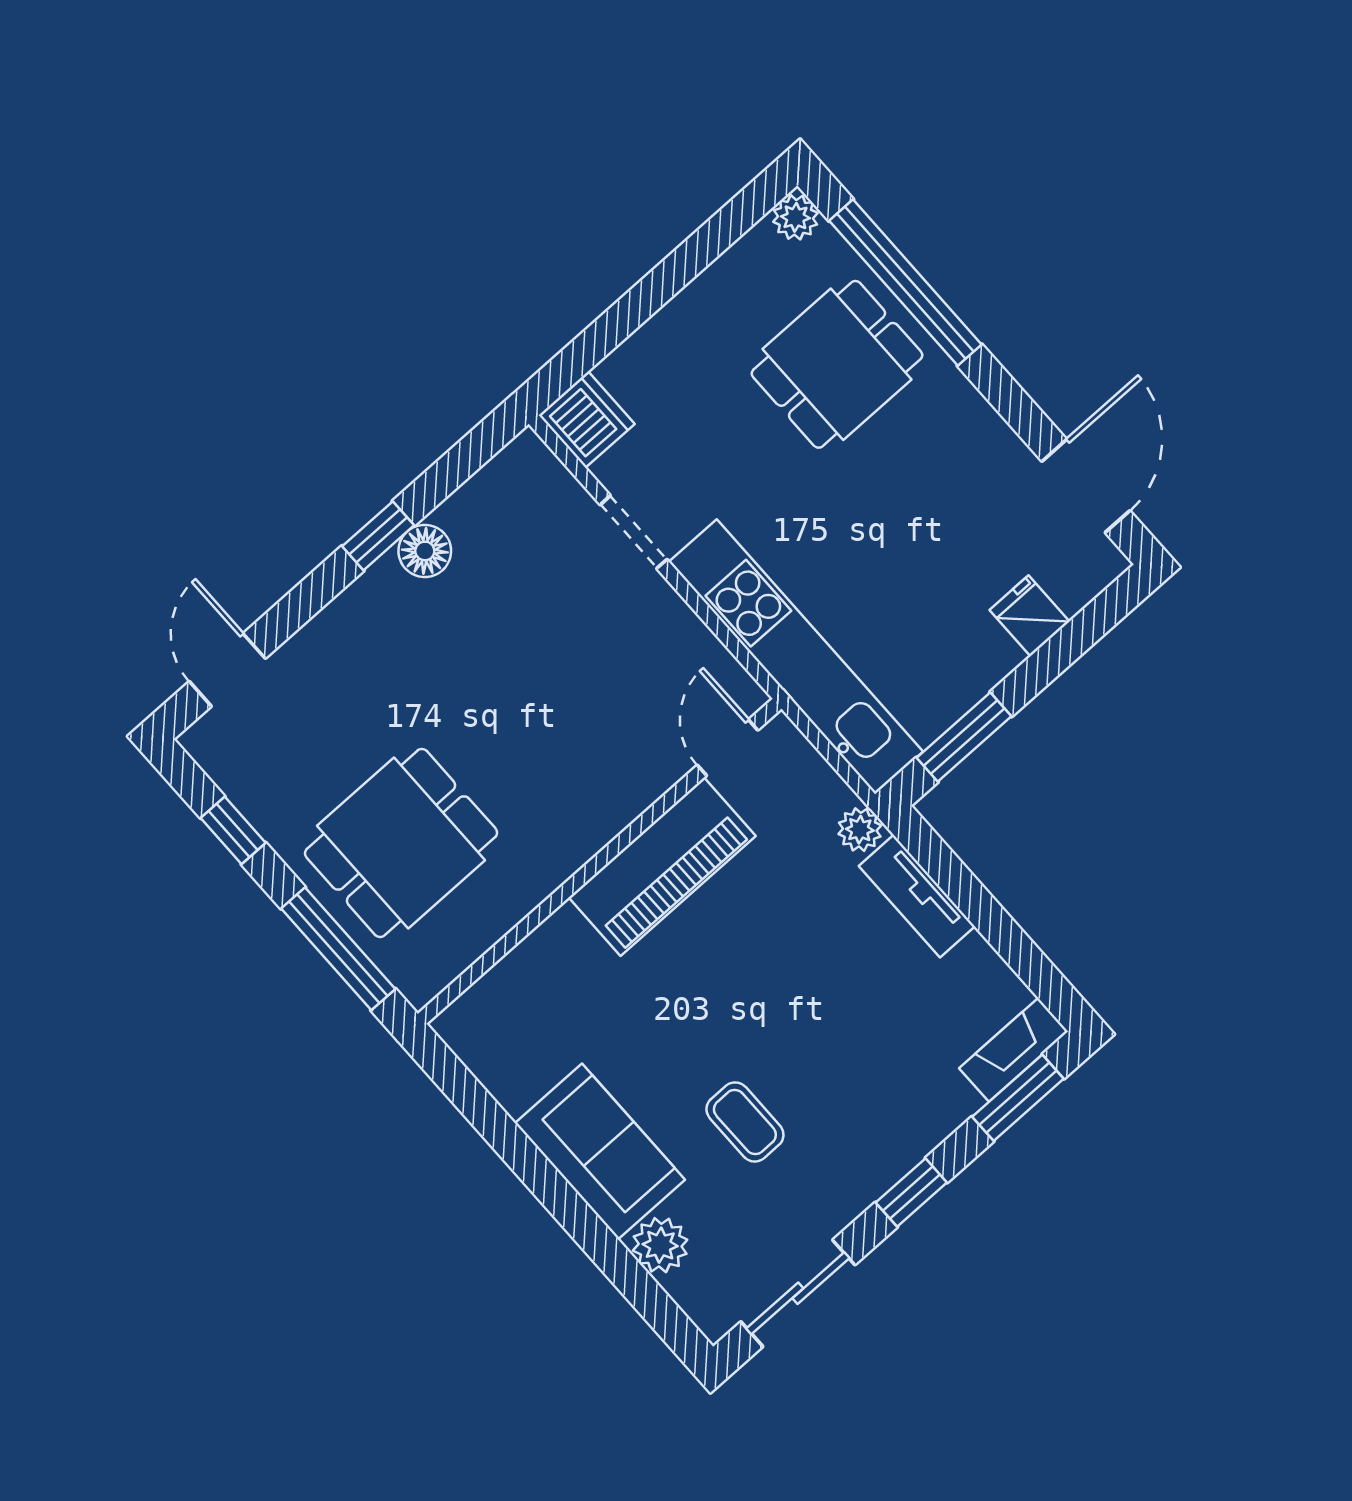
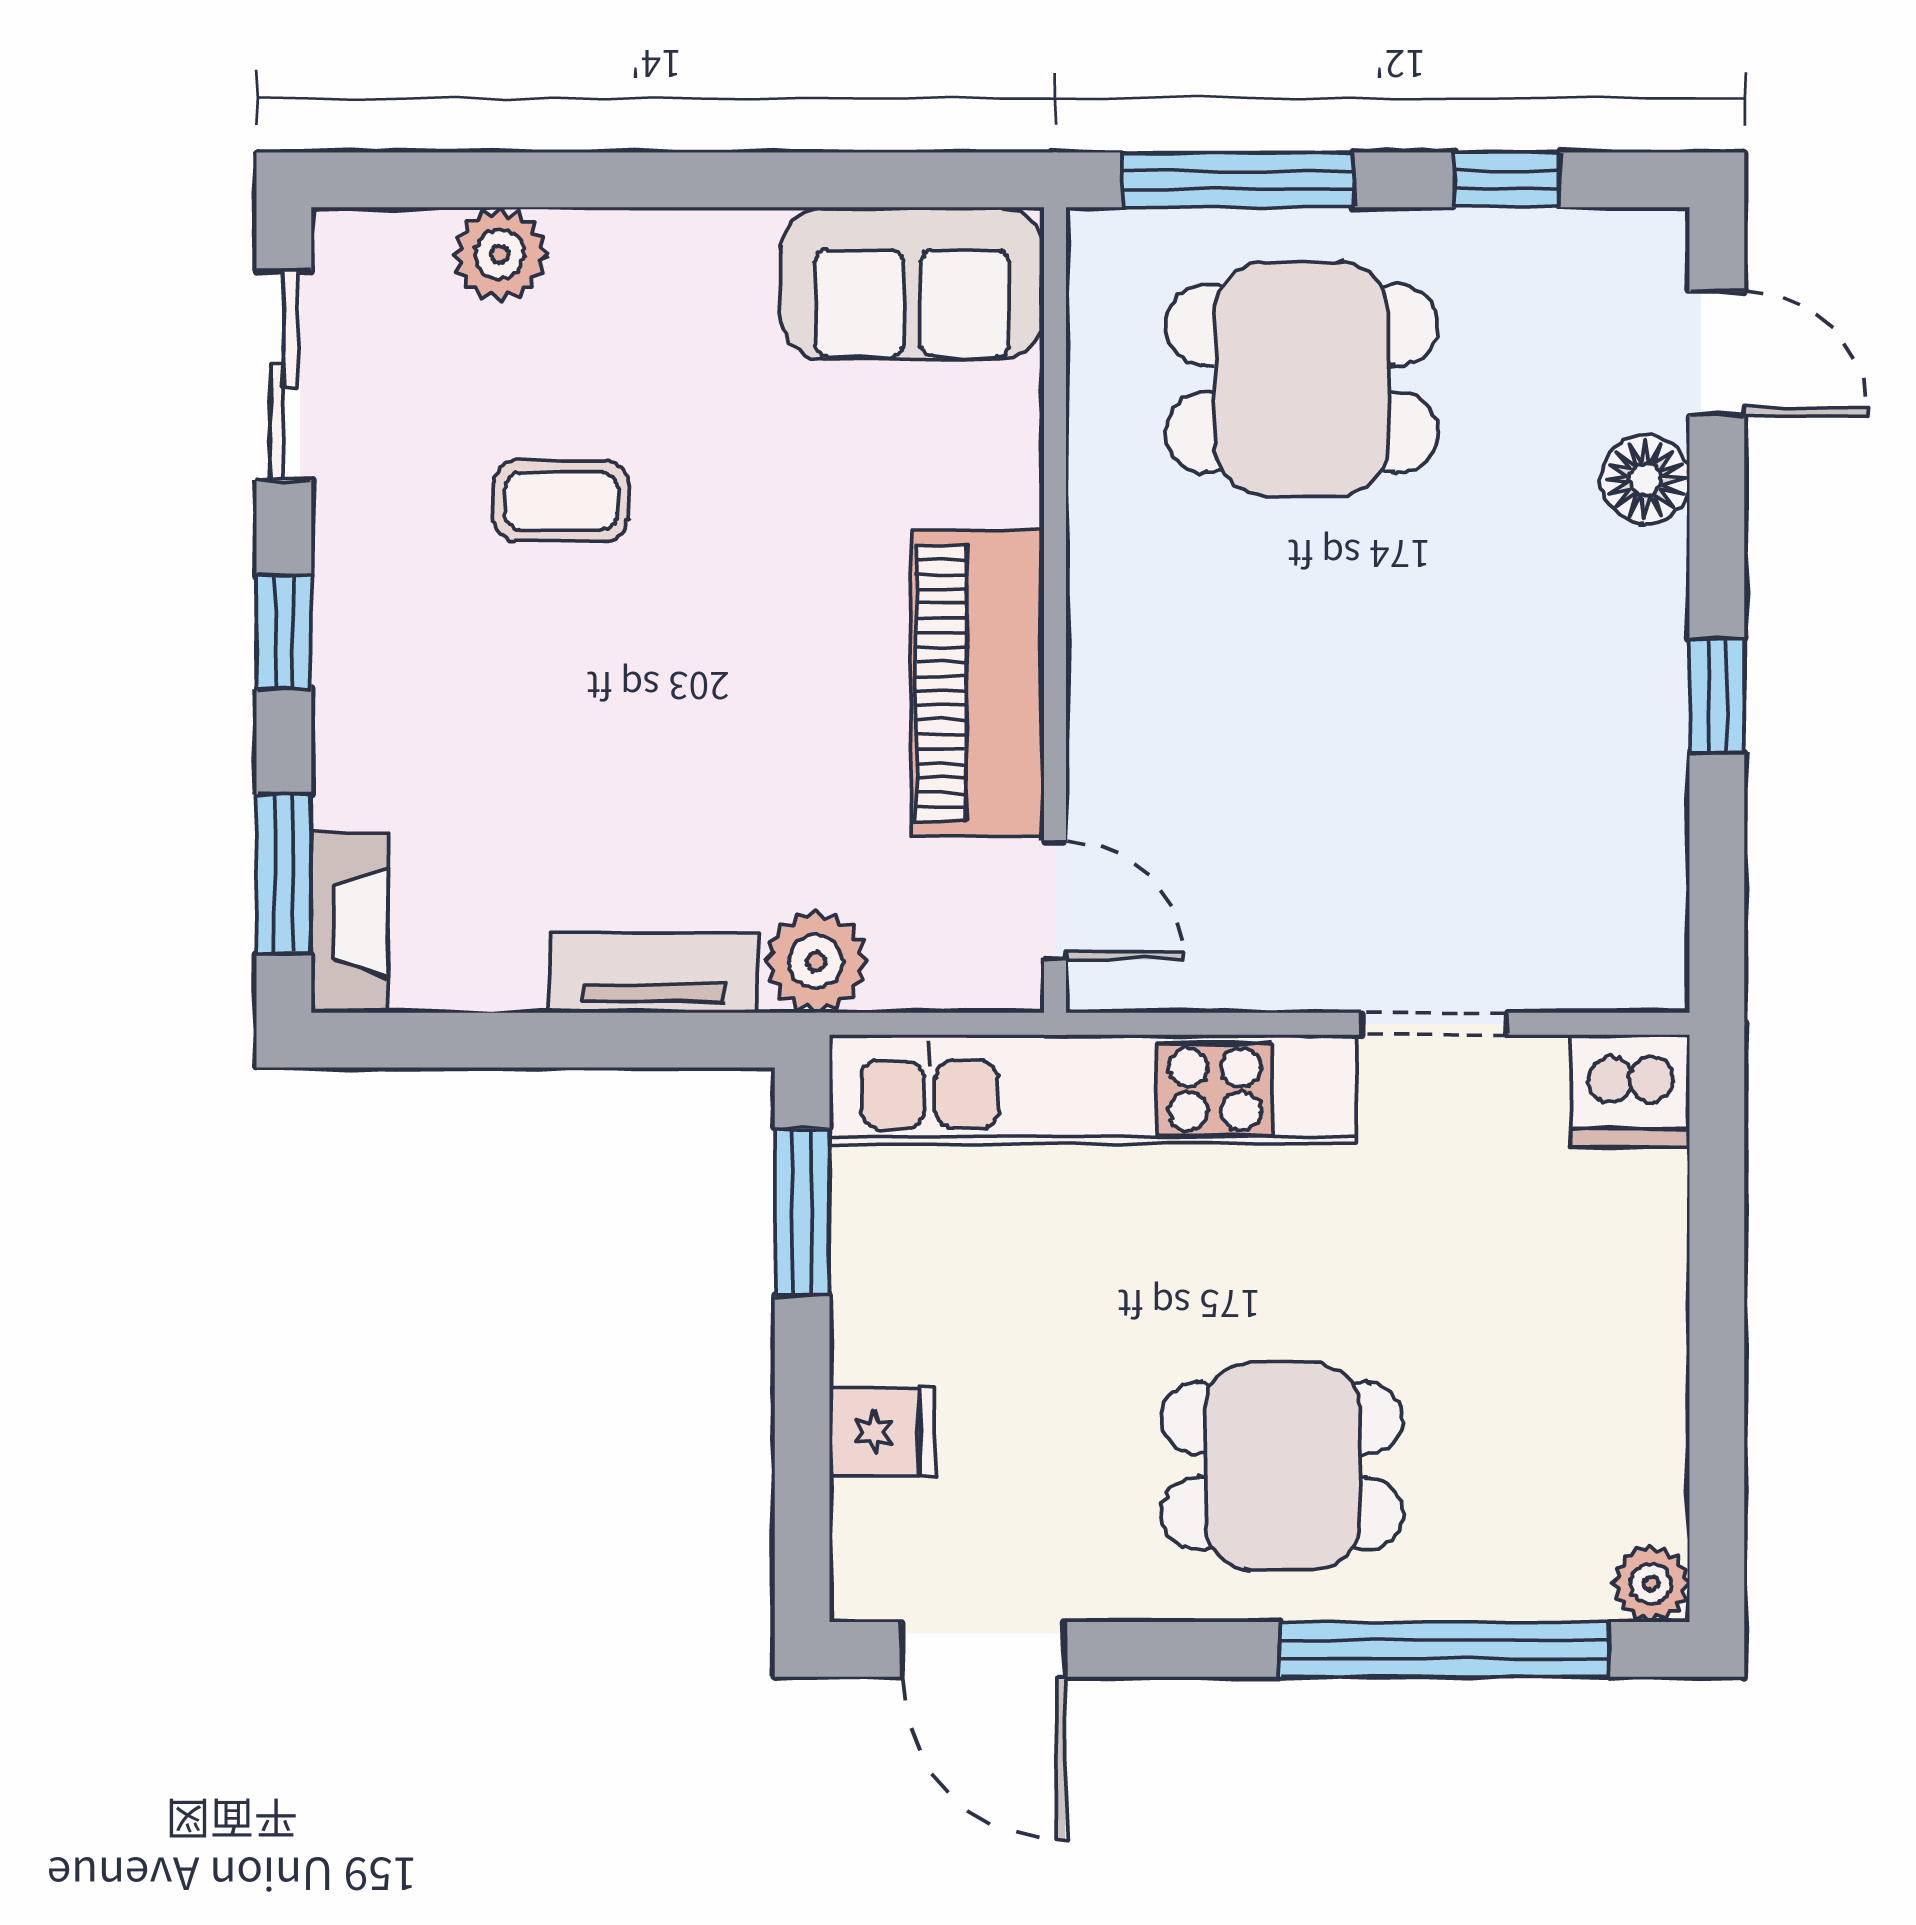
dining table: (837, 364) -> (1282, 1466), moved, turned 90
floor lamp: (425, 551) -> (1645, 480), moved
plant: (860, 830) -> (816, 962), width x1.38, depth x1.38
dining table: (401, 843) -> (1302, 379), turned 90
sofa: (600, 1152) -> (912, 284), moved

